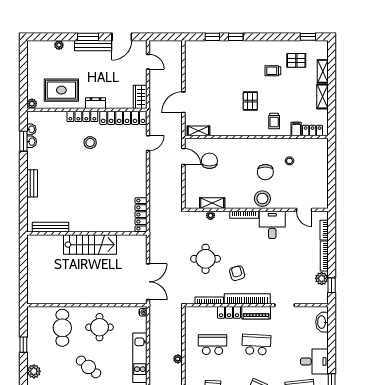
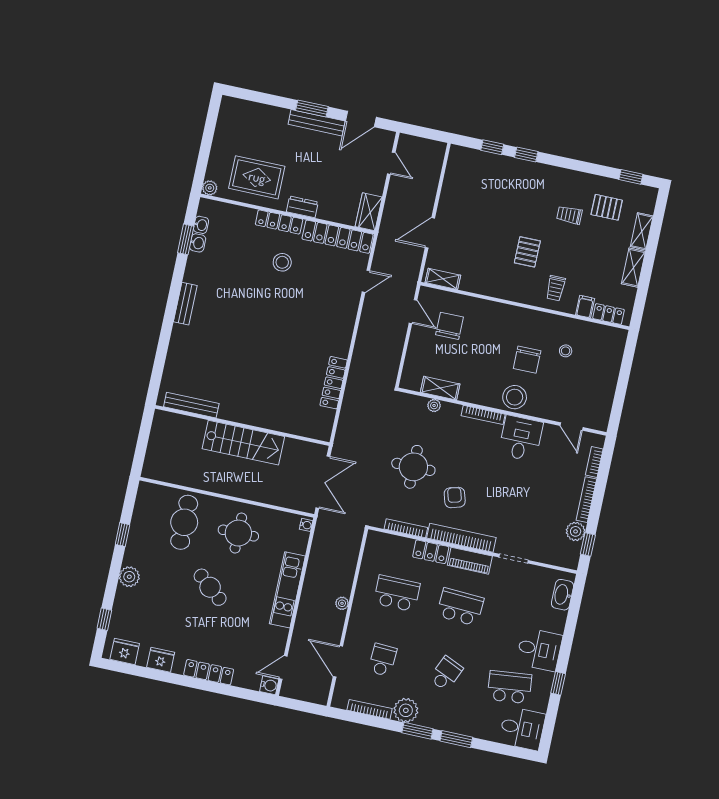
plant: (59, 45) -> (267, 111), removed
bench: (50, 227) -> (191, 405), moved
wall: (87, 233) -> (242, 426), moved
stairs: (90, 245) -> (243, 443), moved

